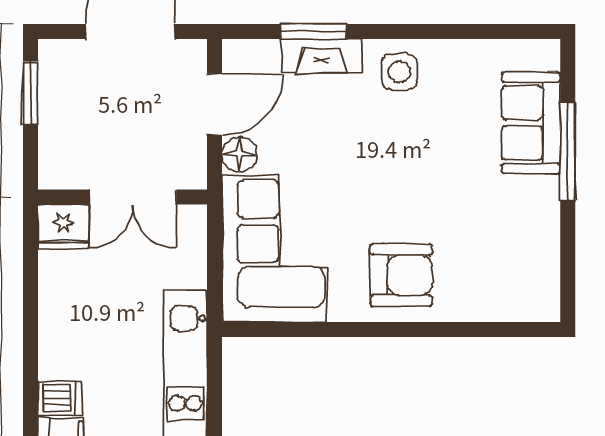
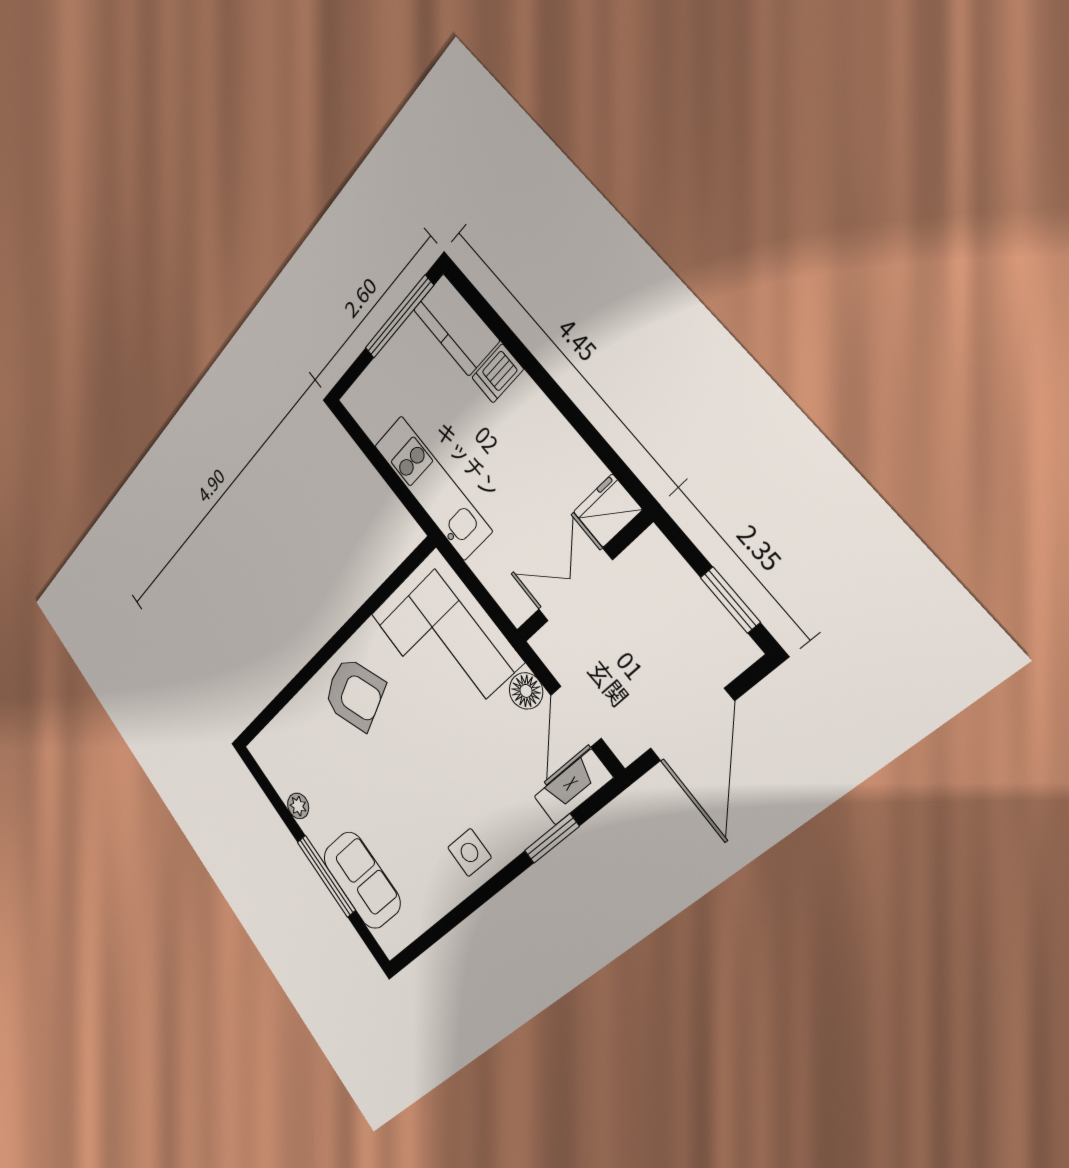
fireplace: (321, 56) -> (573, 787), moved
plant: (546, 230) -> (298, 806), added
armchair: (401, 275) -> (354, 694), turned -113

